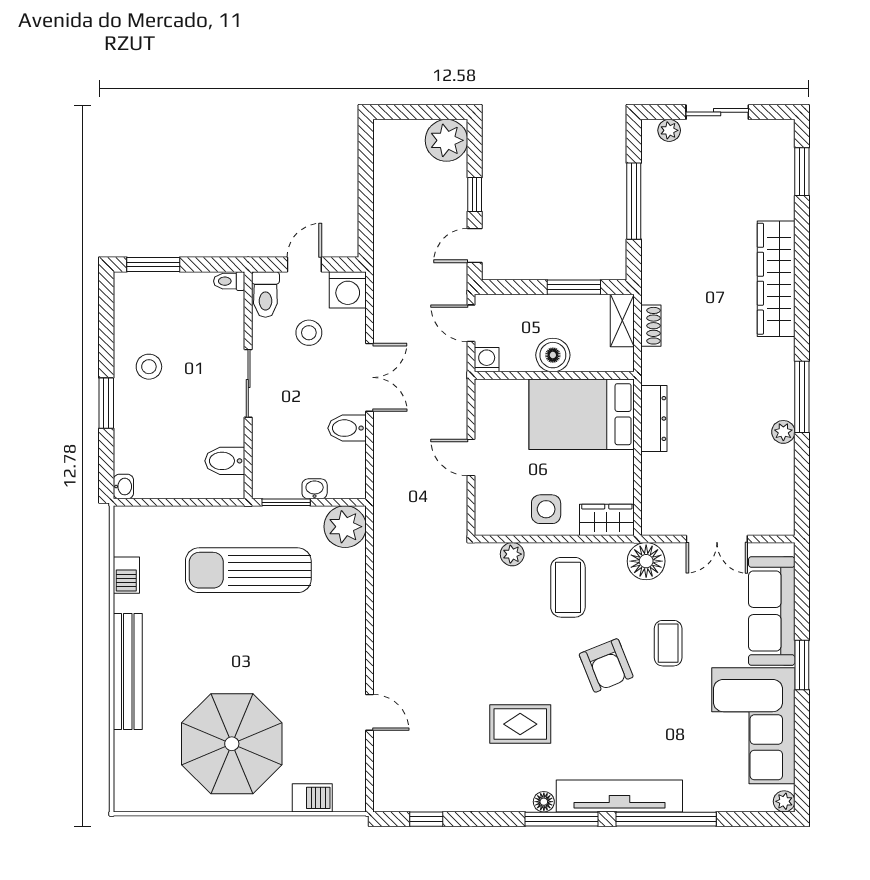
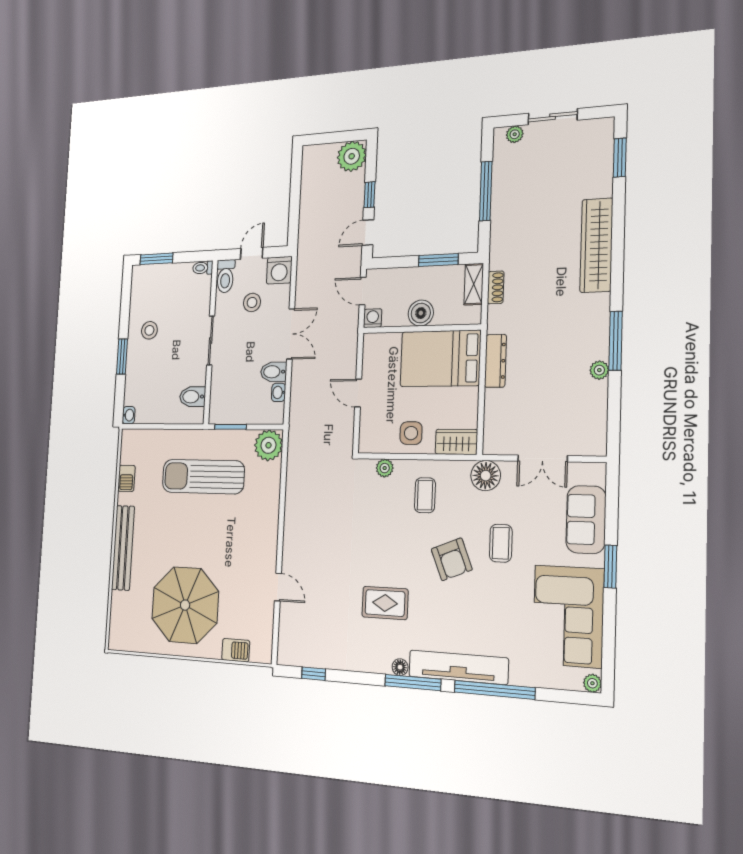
washbasin: (315, 489) -> (279, 392), moved, turned -90
coffee table: (568, 587) -> (425, 495), width x0.73, depth x0.77
sofa: (772, 611) -> (586, 520), width x0.73

